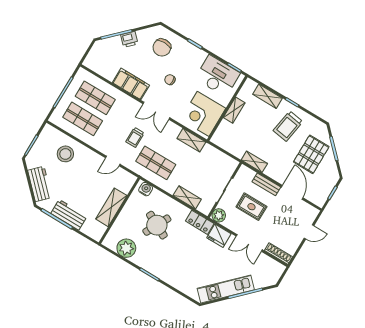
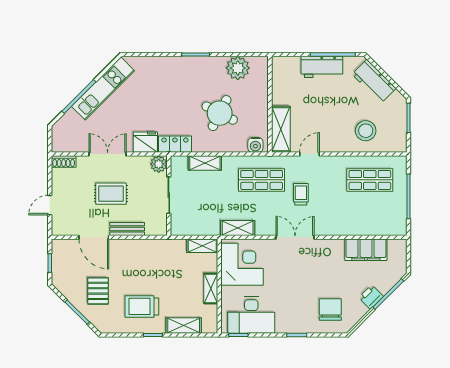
chair: (170, 80) -> (300, 280), removed
filing cabinet: (131, 84) -> (366, 250), moved
shop shelf: (95, 98) -> (370, 211), removed
trolley: (288, 126) -> (142, 306), turned -99
pallet: (311, 154) -> (98, 291), width x0.67, depth x0.71
shelving: (254, 162) -> (202, 246), moved
shelving: (111, 207) -> (281, 129), moved
rug: (251, 207) -> (111, 194), moved
shoe rack: (278, 254) -> (64, 162), width x0.70

